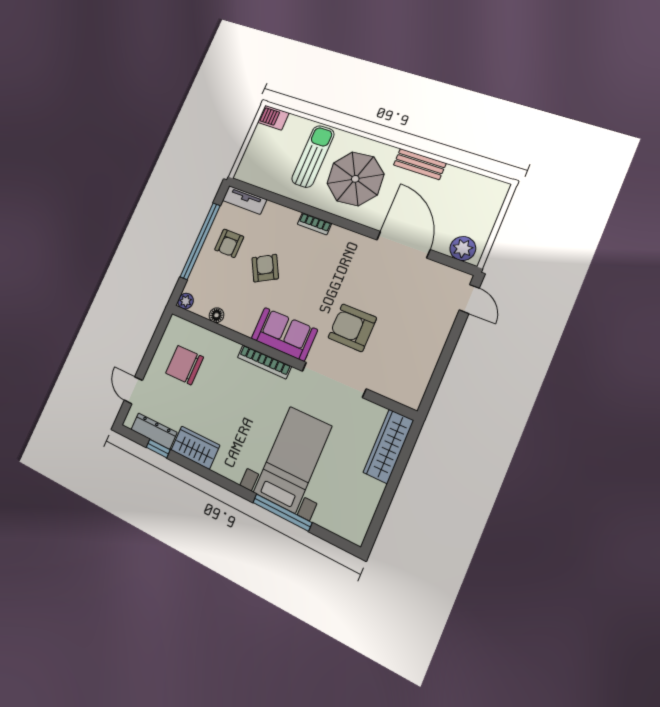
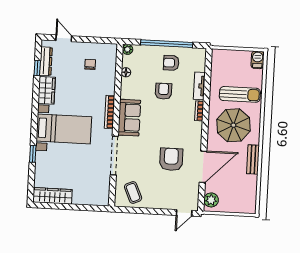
tv unit: (244, 200) -> (199, 86), moved
armchair: (265, 268) -> (164, 91), turned -61
armchair: (352, 328) -> (171, 159), moved
chair: (185, 365) -> (90, 64), width x0.54, depth x0.54
coffee table: (405, 371) -> (133, 192), added
door: (133, 390) -> (64, 38), hinge flipped
wardrobe: (388, 446) -> (52, 196), moved
bed with nightstands: (293, 459) -> (64, 129), moved
window: (282, 512) -> (33, 154), width x0.46

